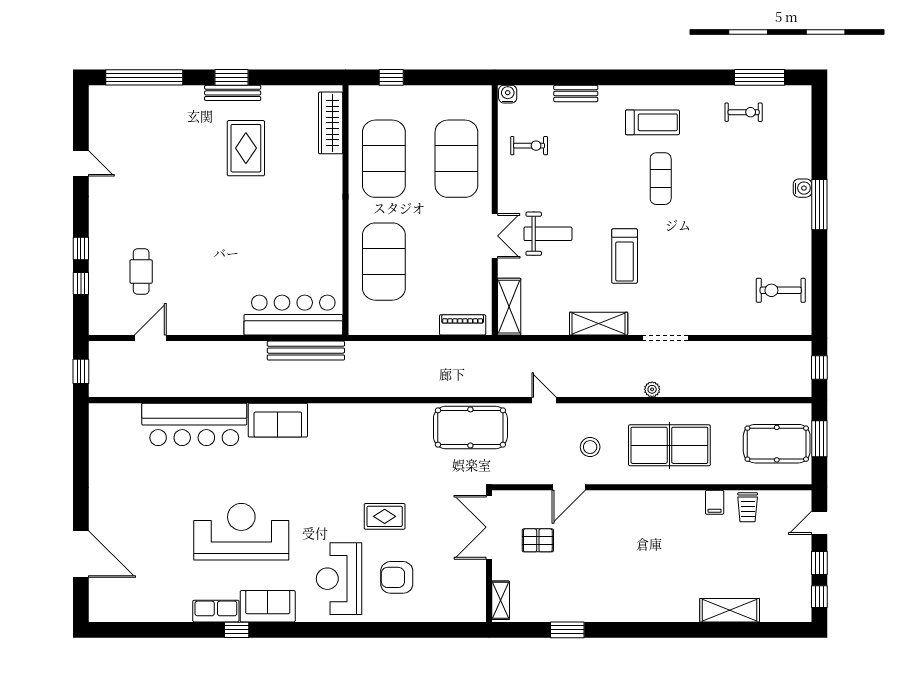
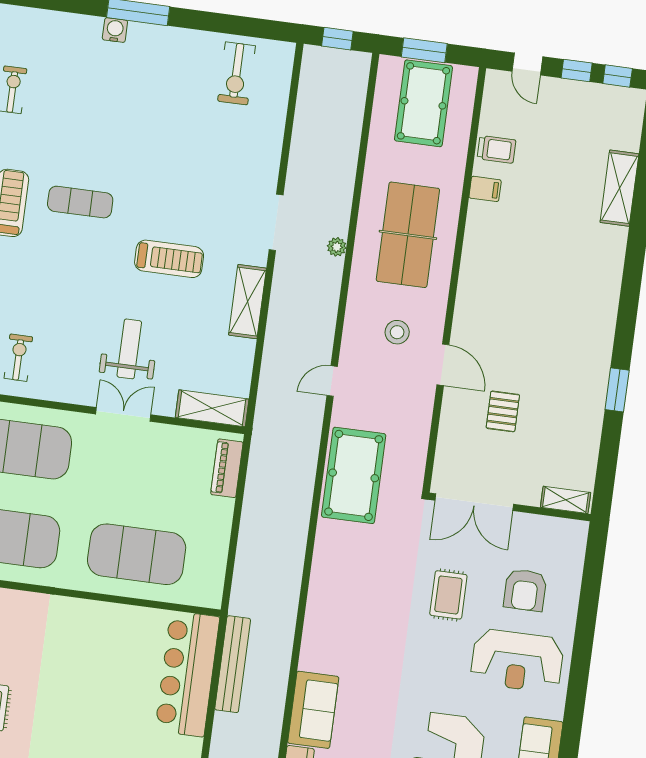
double door: (489, 527) -> (474, 502), moved
wall: (489, 556) -> (510, 507), moved
shelving: (501, 600) -> (566, 500), moved

